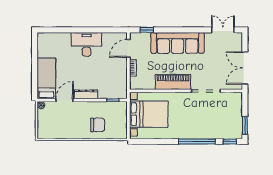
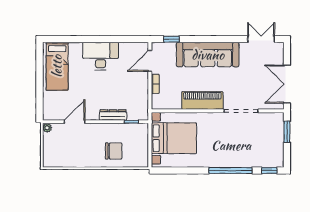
bed: (46, 78) -> (57, 66), moved, turned 180
dresser: (86, 94) -> (113, 115), moved
window: (245, 125) -> (287, 132), moved

